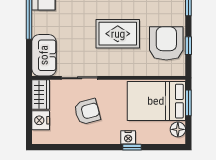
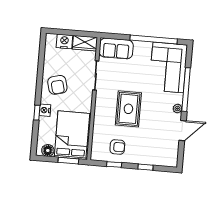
armchair: (166, 43) -> (117, 147), width x0.53, depth x0.53
armchair: (87, 112) -> (57, 85), moved

